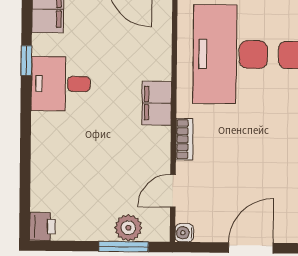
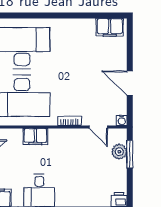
filing cabinet: (157, 103) -> (35, 137), moved

